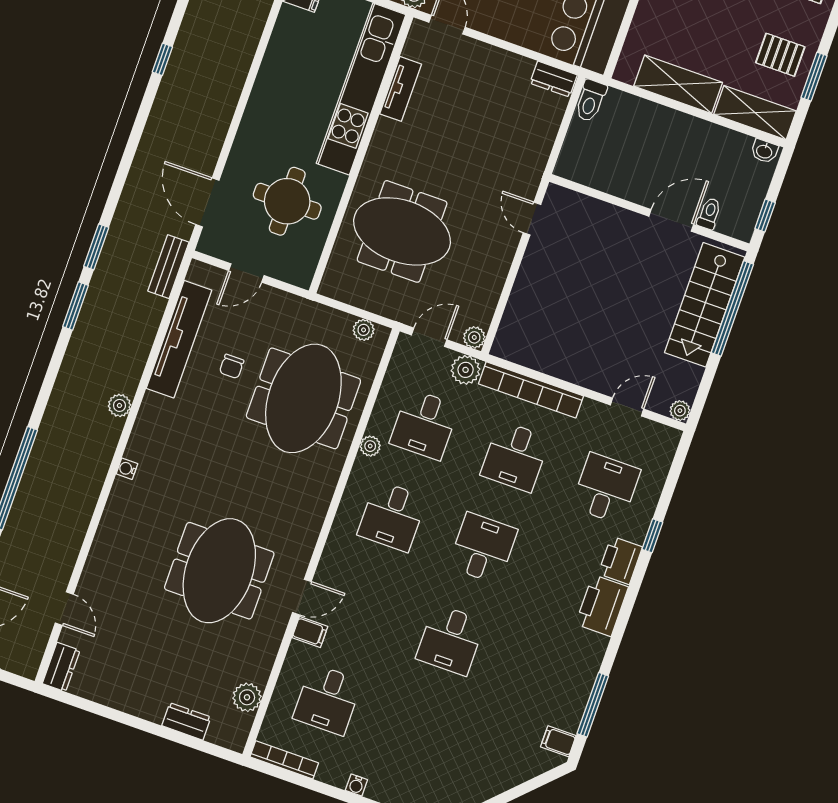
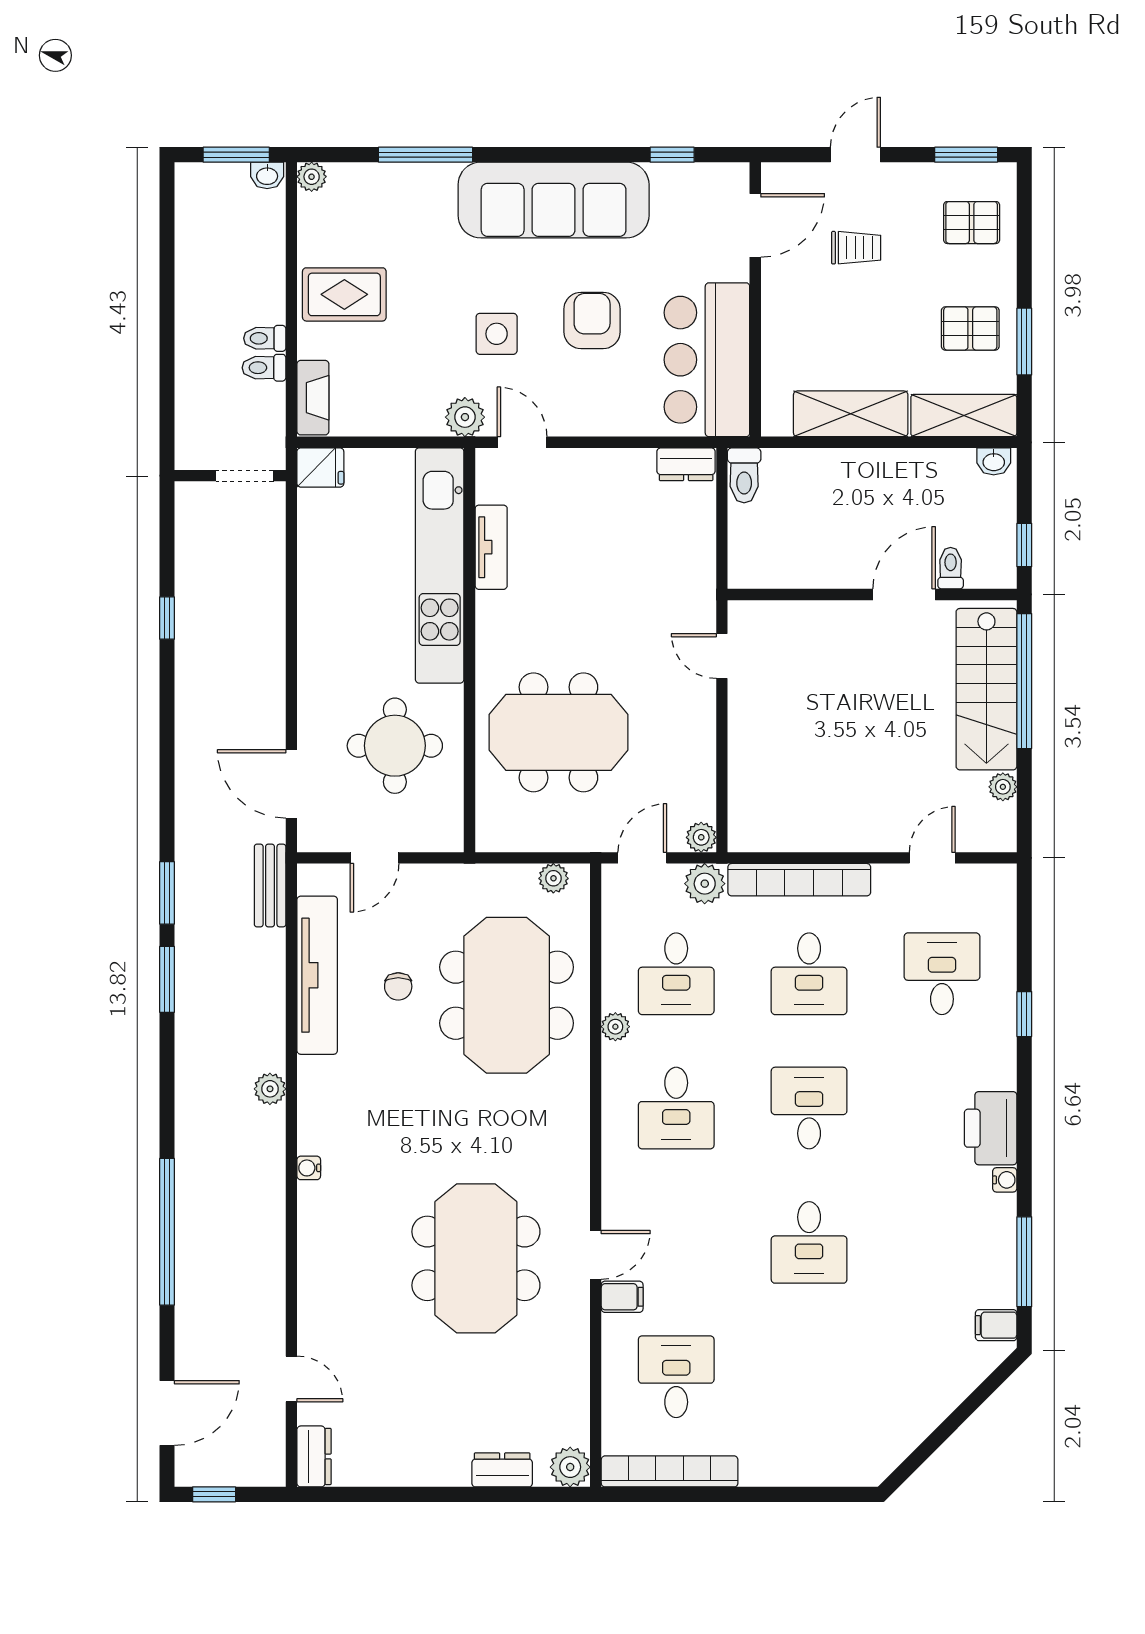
plant: (680, 411) -> (1003, 787), moved
printer: (620, 560) -> (994, 1061), removed
plant: (247, 697) -> (570, 1467), moved
desk: (328, 700) -> (676, 1377), turned 180
bookcase: (284, 760) -> (670, 1471), width x1.48, depth x1.31
water cooler: (356, 785) -> (1005, 1180), moved, turned -90

